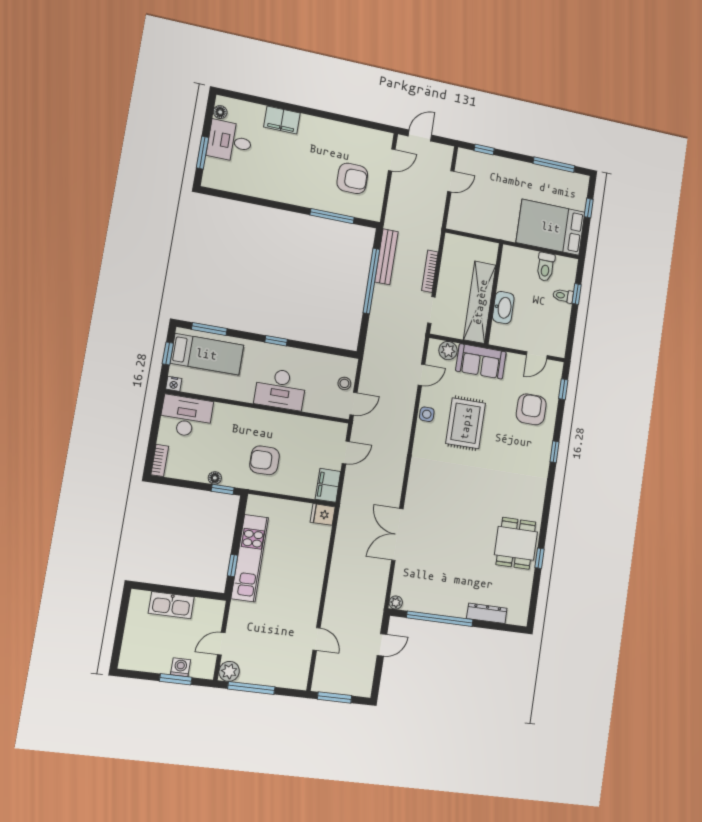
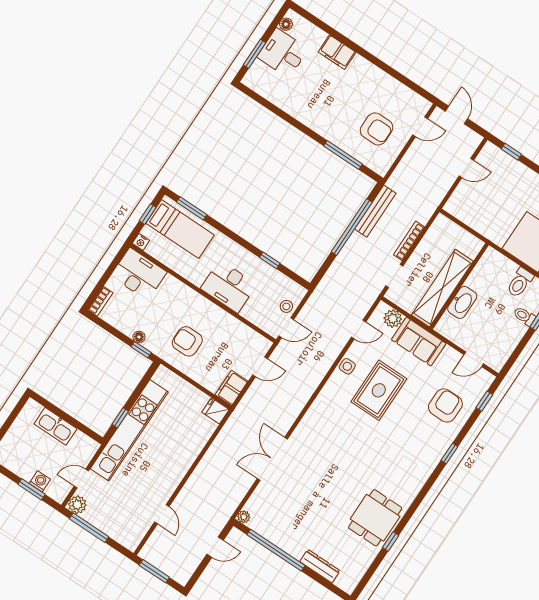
door: (420, 135) -> (457, 115), hinge flipped
window: (276, 341) -> (270, 260), moved
kitchen unit: (250, 558) -> (129, 430), width x1.36

